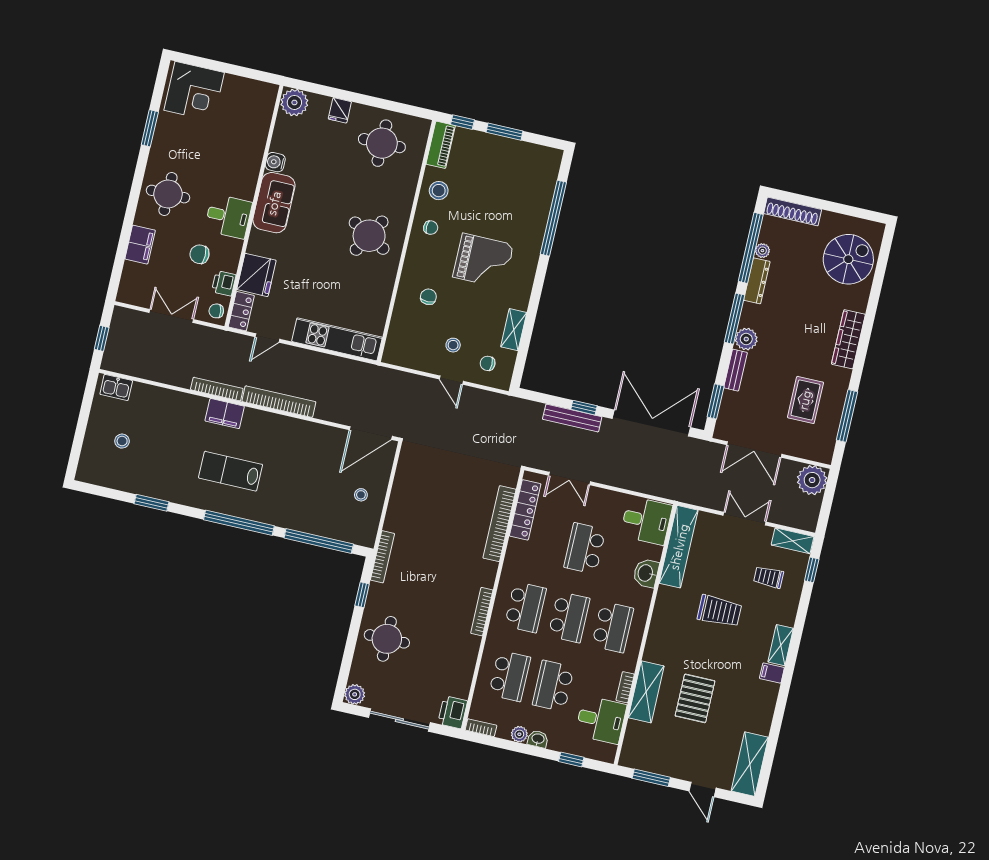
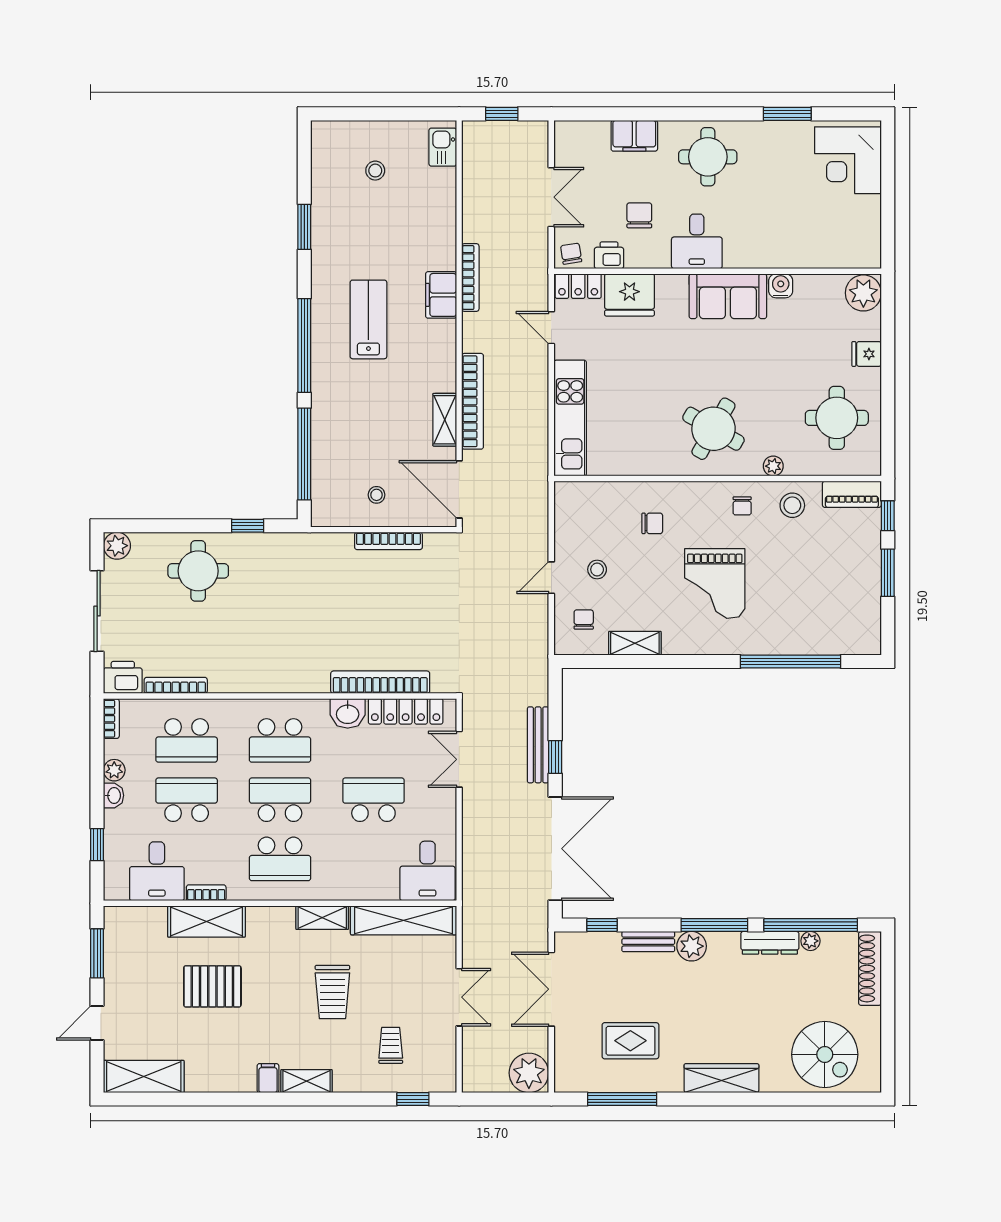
plant: (407, 198) -> (773, 466), added
window: (716, 401) -> (602, 925), width x0.67
bookcase: (279, 402) -> (473, 401), moved
shelving: (317, 432) -> (445, 420), added
shelving: (793, 541) -> (322, 918), moved, turned 90
bookcase: (382, 557) -> (388, 541), moved
washbasin: (646, 573) -> (348, 713), moved, turned 180
bookcase: (482, 612) -> (176, 685), moved
school desk: (569, 617) -> (280, 800), turned 180

